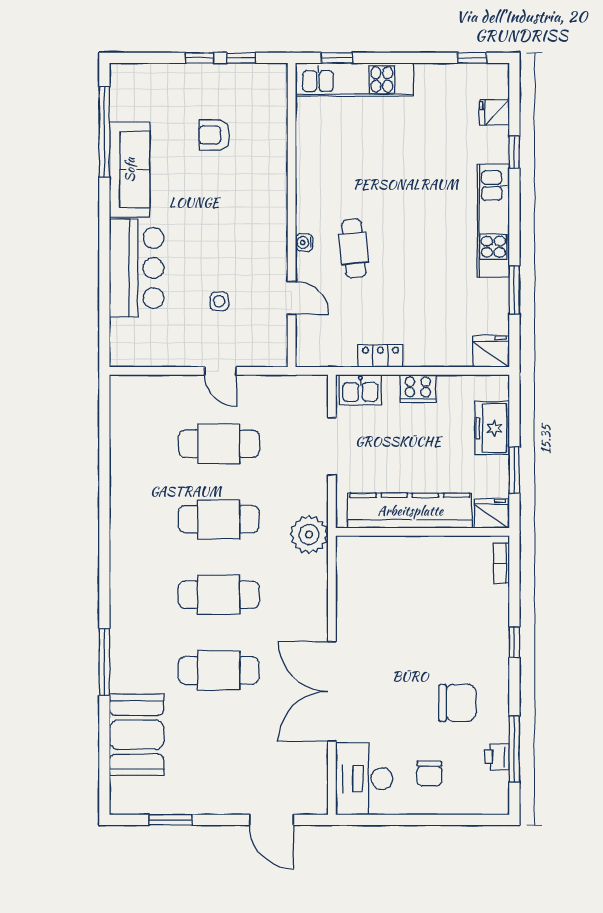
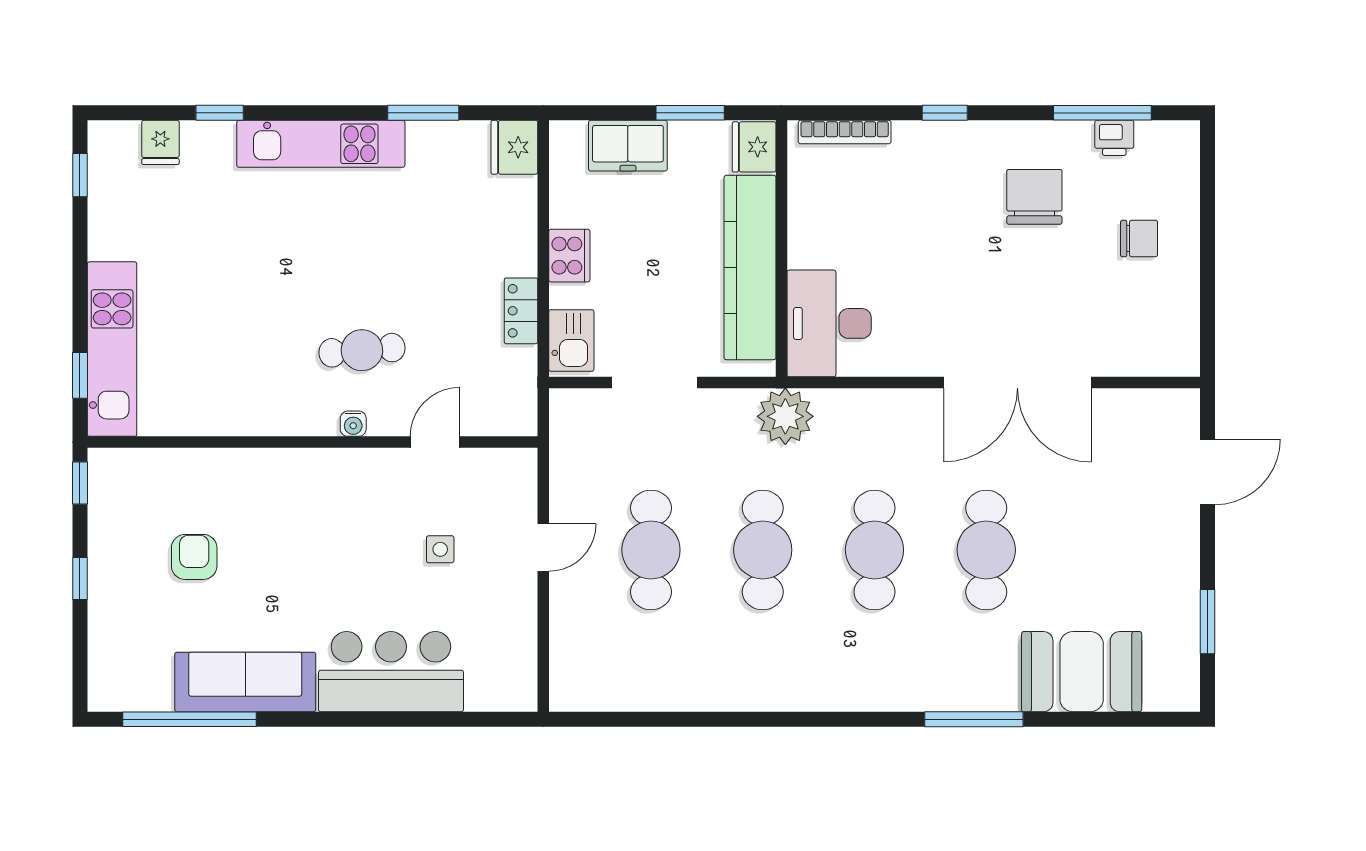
window: (241, 58) -> (80, 483), moved
armchair: (214, 135) -> (194, 557), turned 180
bookcase: (501, 563) -> (845, 132), width x1.56
desk: (364, 779) -> (829, 323), moved, turned 90

